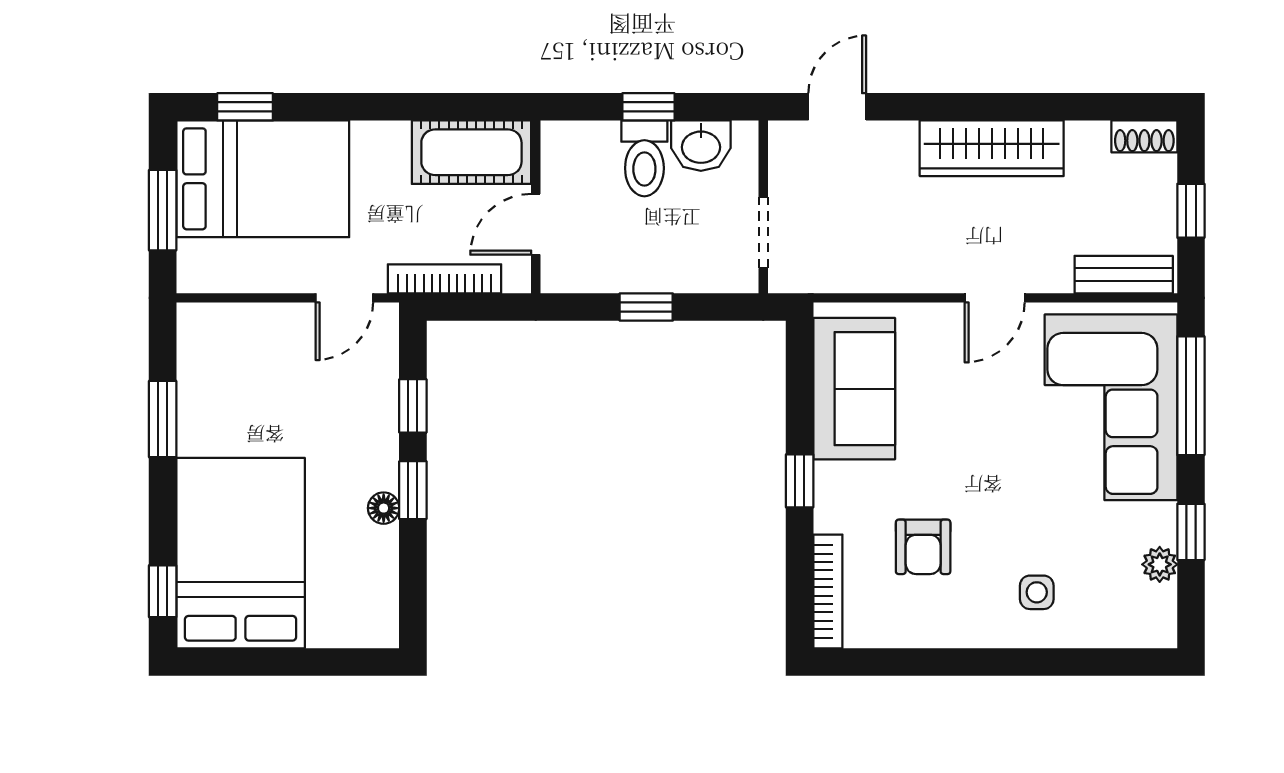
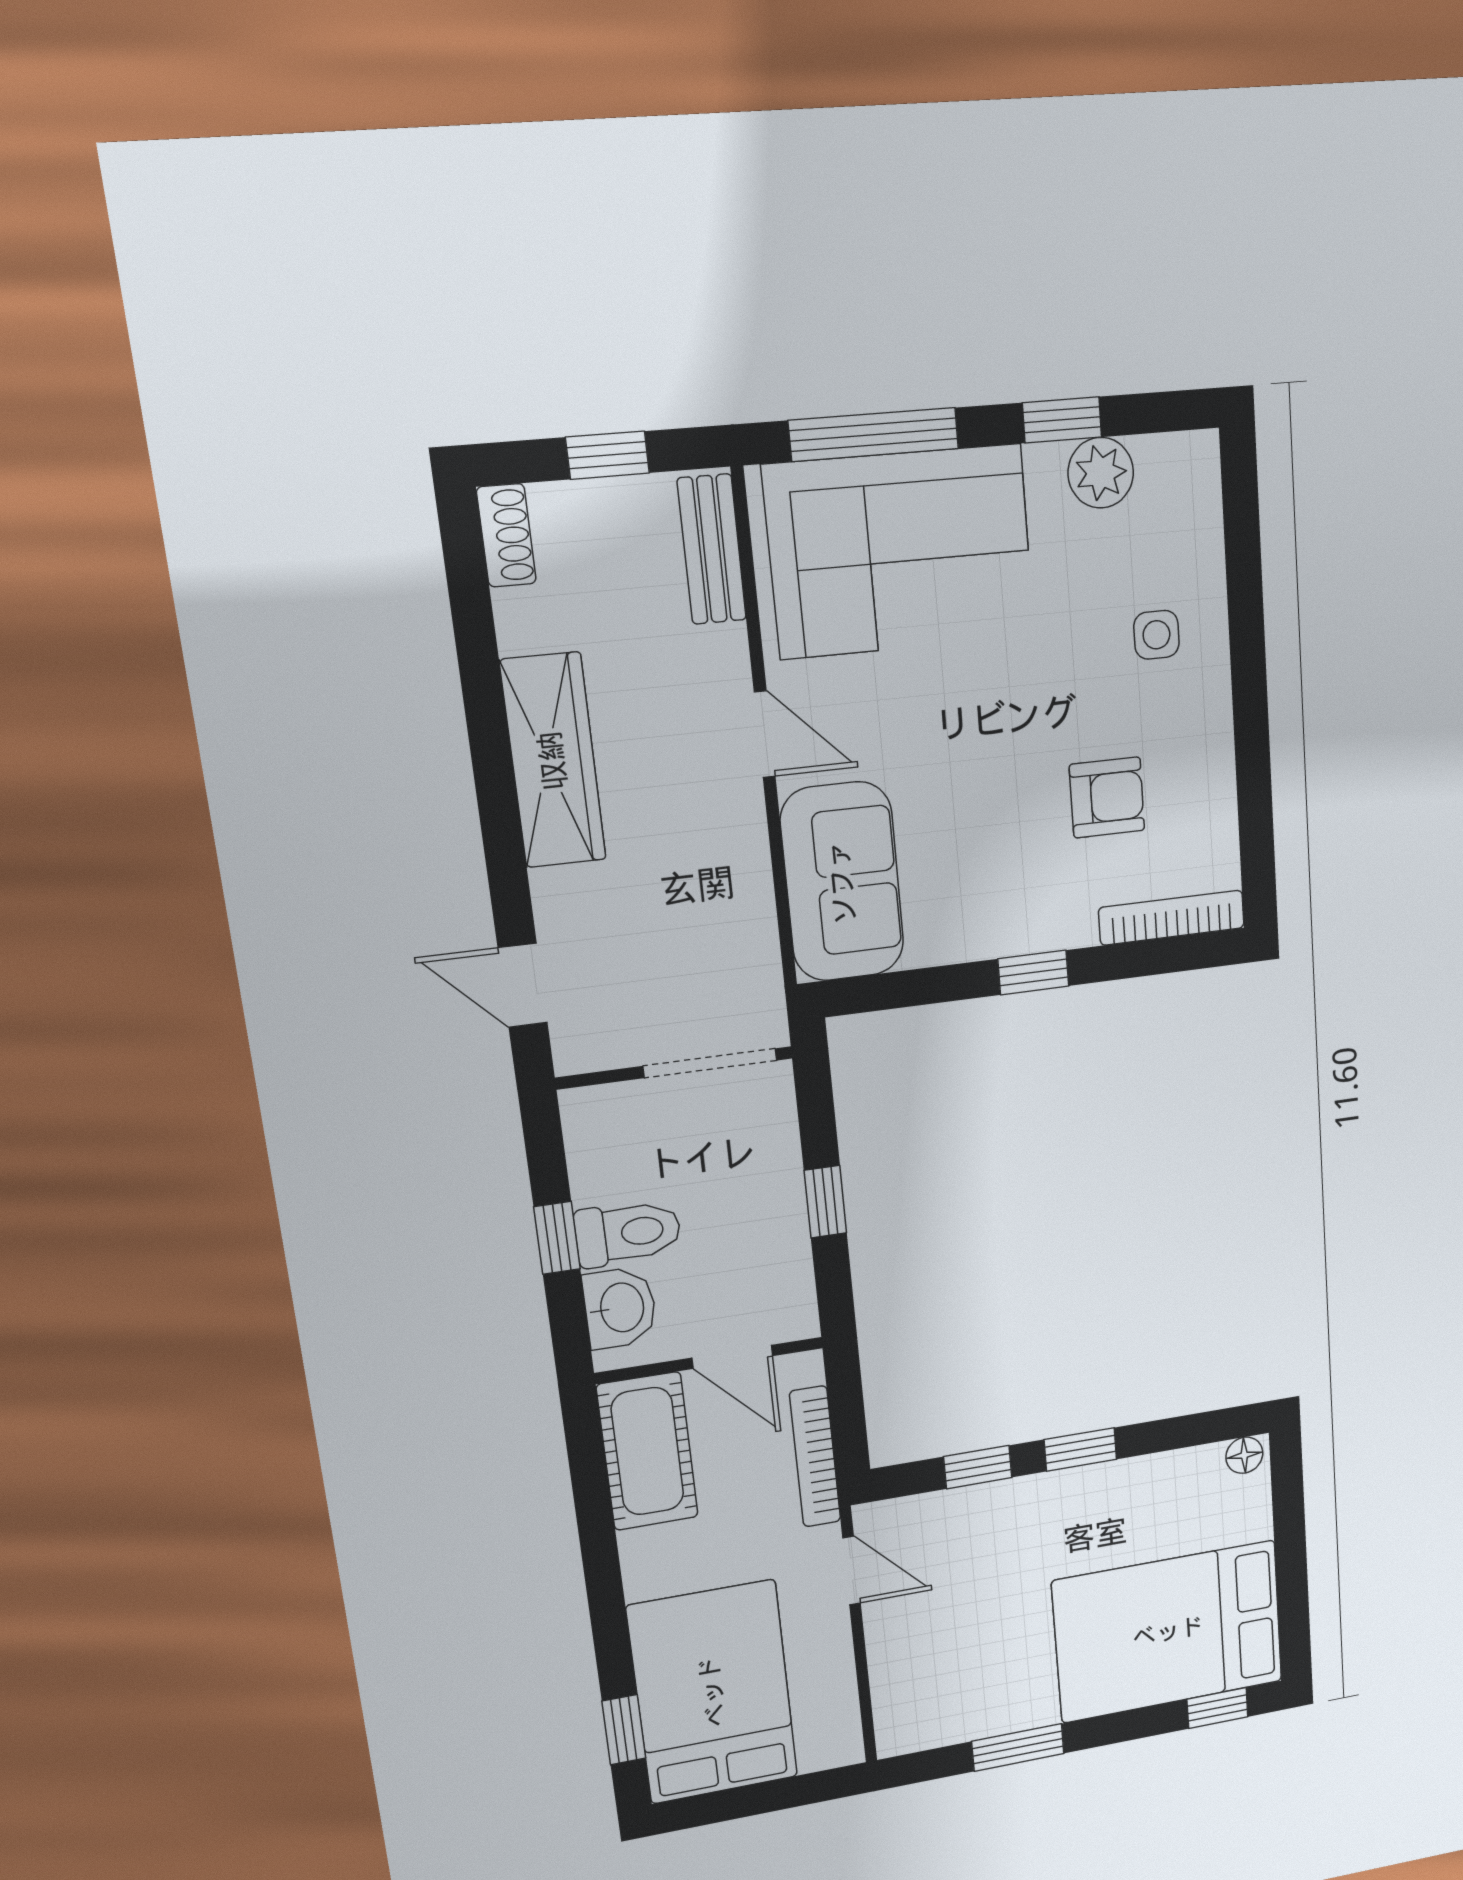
washbasin: (701, 146) -> (620, 1308), moved
window: (163, 210) -> (766, 1797), removed
doorway: (763, 233) -> (710, 1063), width x1.38
sofa: (854, 389) -> (842, 882), moved, turned 90
floor lamp: (384, 508) -> (1244, 1455), moved
plant: (1160, 564) -> (1101, 473), width x1.38, depth x1.38

